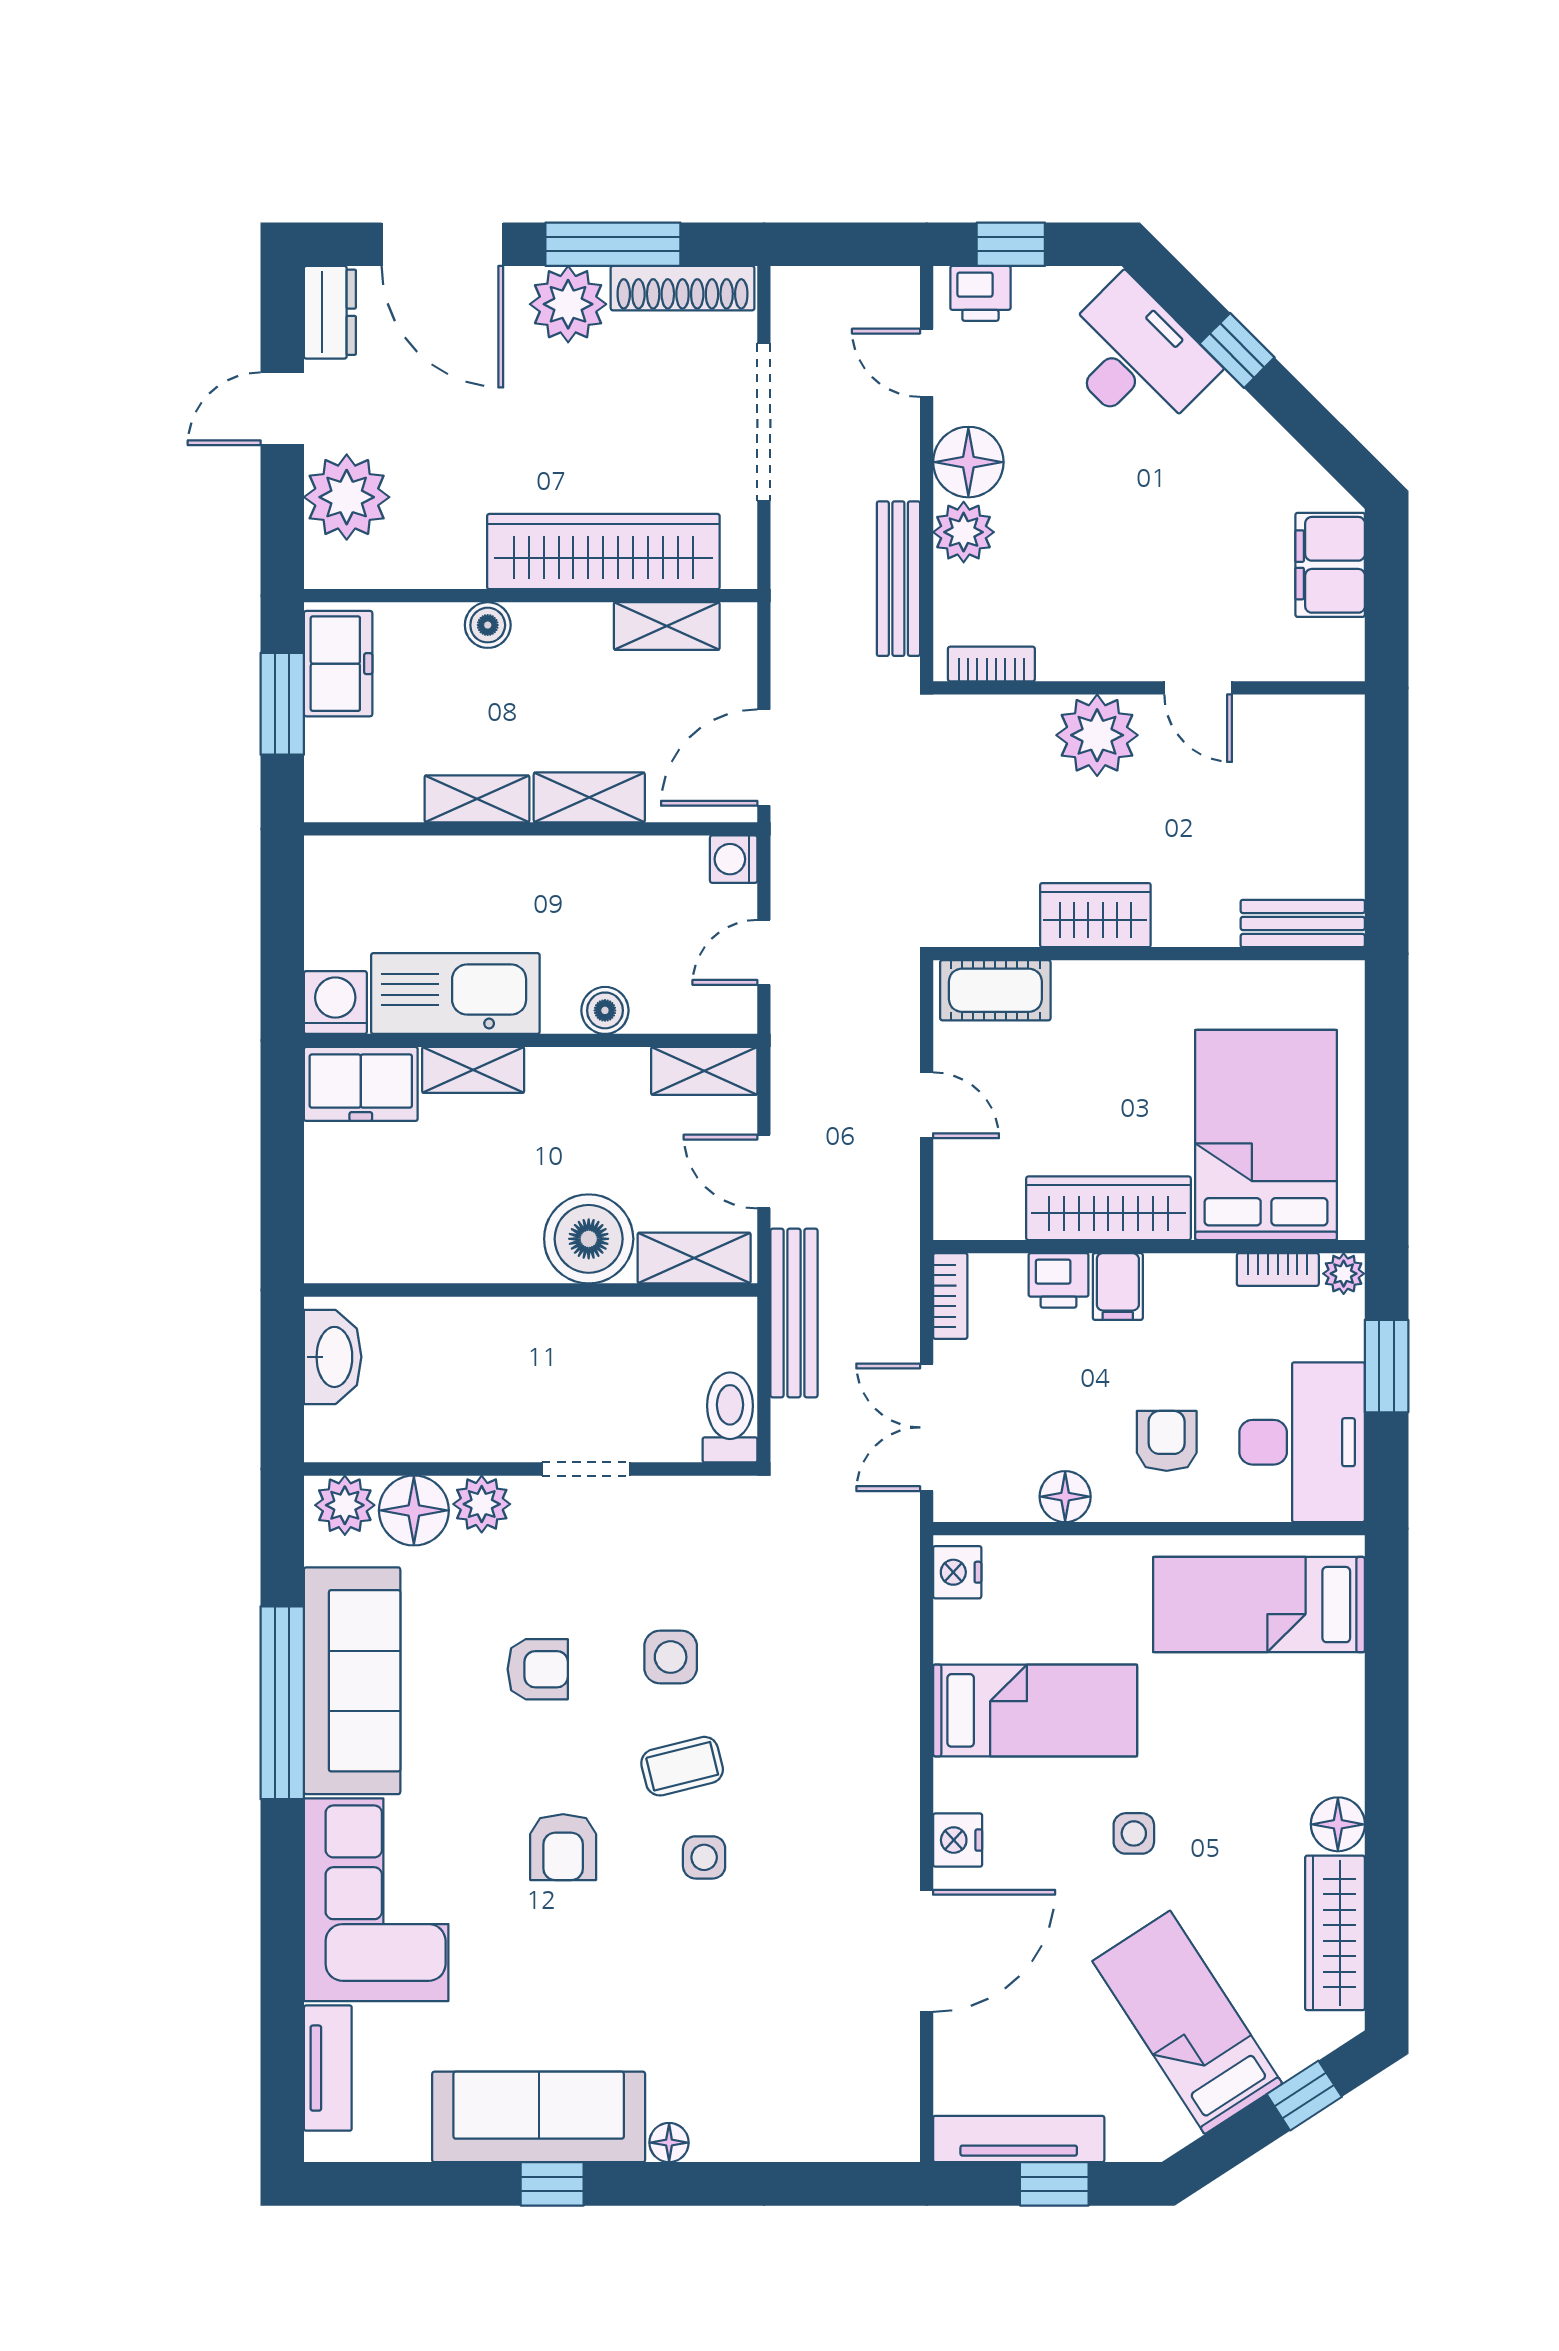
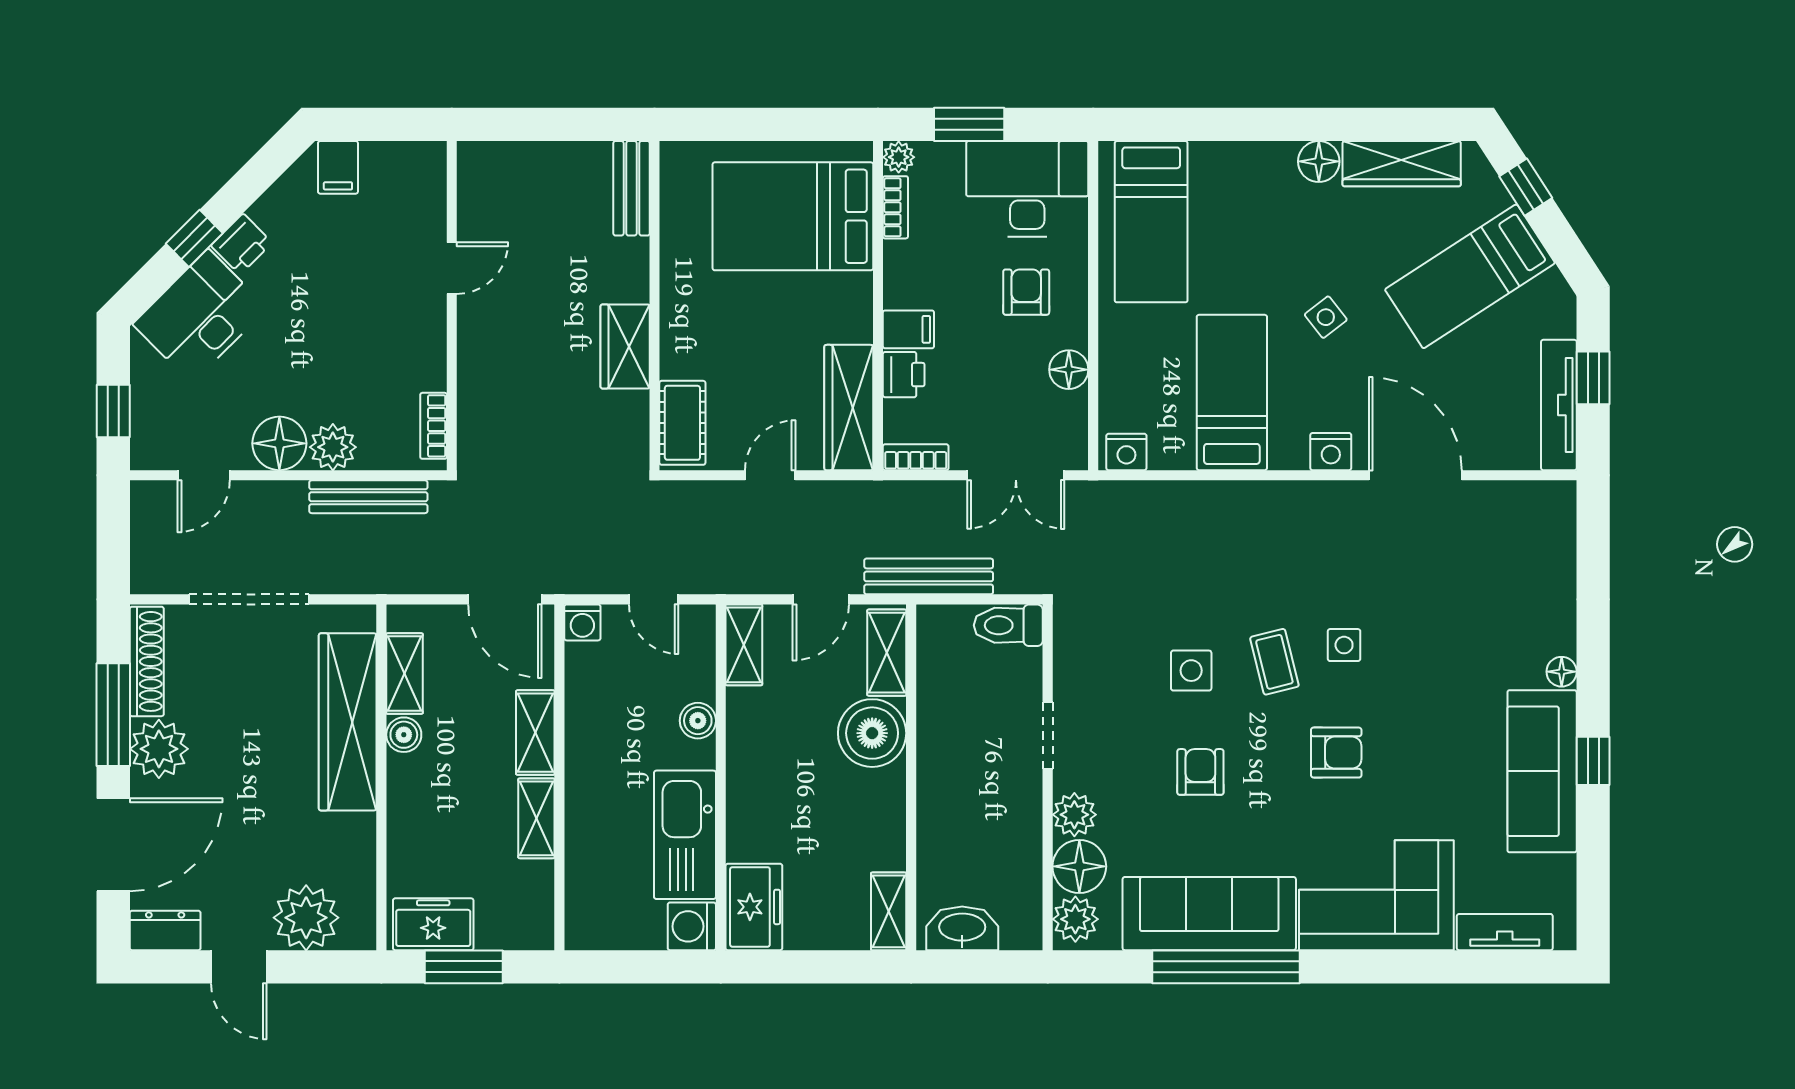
printer: (980, 293) -> (242, 244), moved, turned 45
filing cabinet: (1330, 565) -> (338, 167), width x0.50
boiler: (488, 625) -> (404, 735), moved
plant: (1097, 735) -> (488, 345), removed
shelving: (473, 1070) -> (889, 911), moved
wardrobe: (1108, 1208) -> (849, 408), moved
armchair: (1167, 1441) -> (1026, 292), turned 90
side table: (1134, 1833) -> (1326, 317), turned -38

